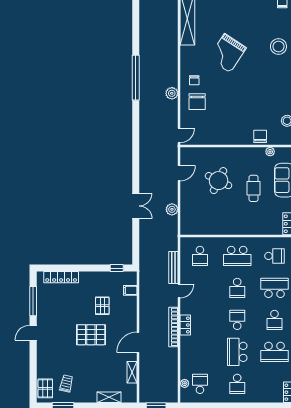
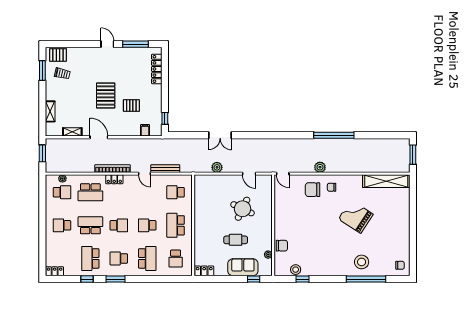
school desk: (200, 352) -> (90, 192), added

